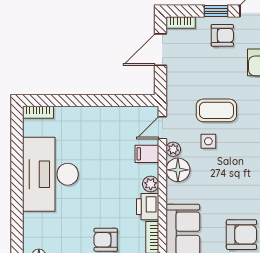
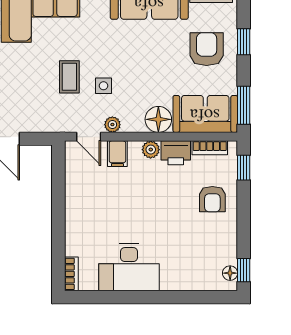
coffee table: (216, 110) -> (69, 77), width x0.73, depth x0.77
floor lamp: (178, 170) -> (158, 119), moved
desk: (50, 174) -> (129, 267), width x0.73, depth x0.77

